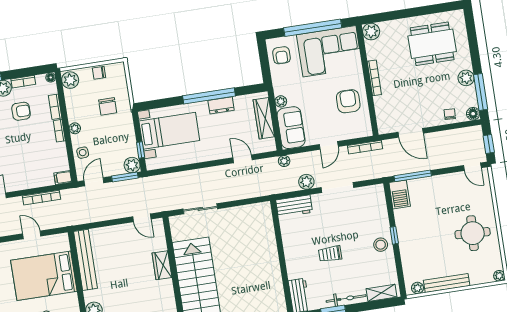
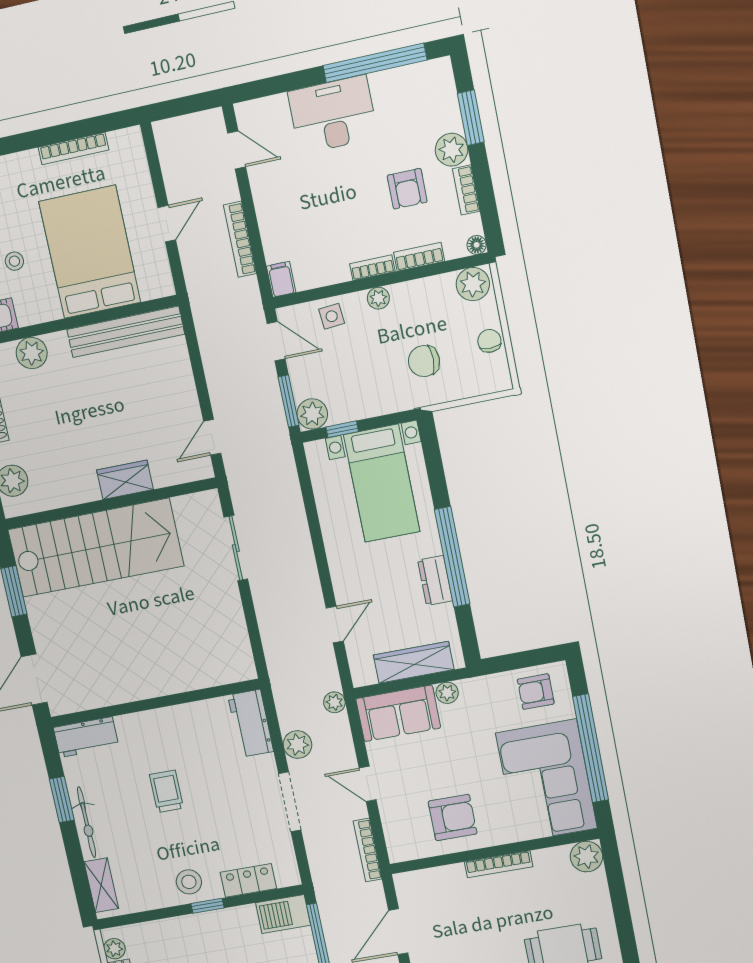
locker: (380, 212) -> (248, 880), added

